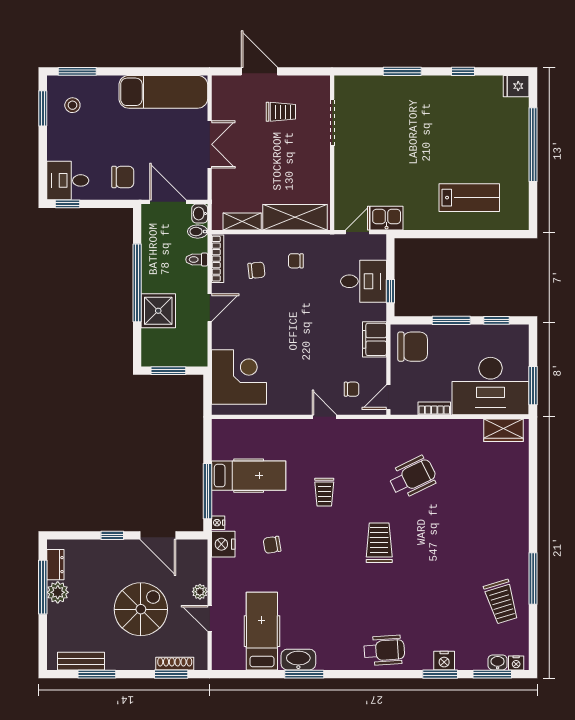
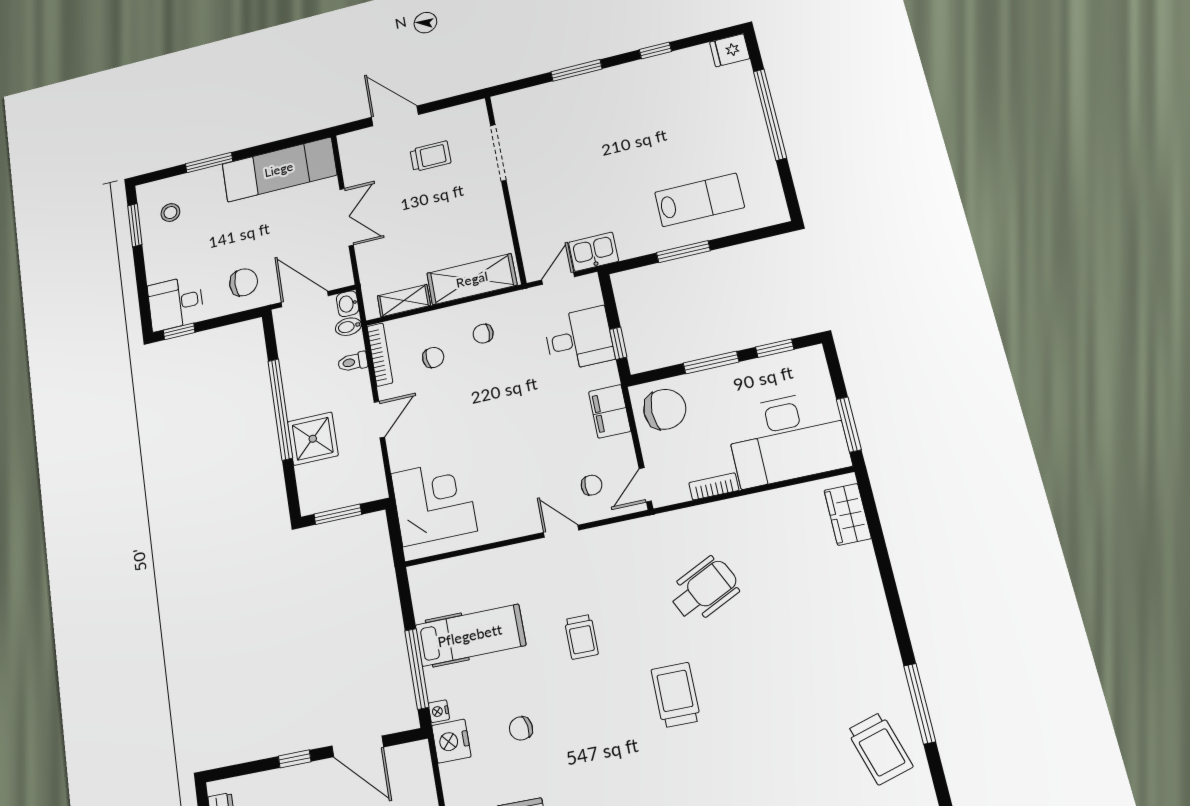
window: (77, 71) -> (209, 163), moved
window: (450, 234) -> (683, 252), added
wardrobe: (503, 430) -> (848, 514), moved, turned 90

